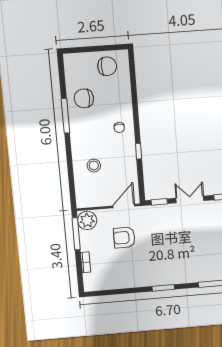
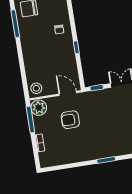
stool: (94, 166) -> (36, 88), moved
door: (124, 206) -> (68, 93), hinge flipped

